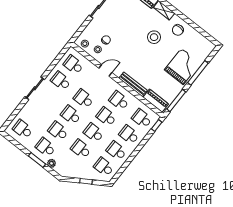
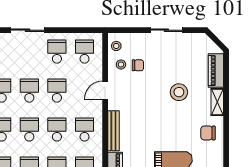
stool: (154, 37) -> (179, 92), moved
door: (105, 70) -> (105, 90), swing flipped

